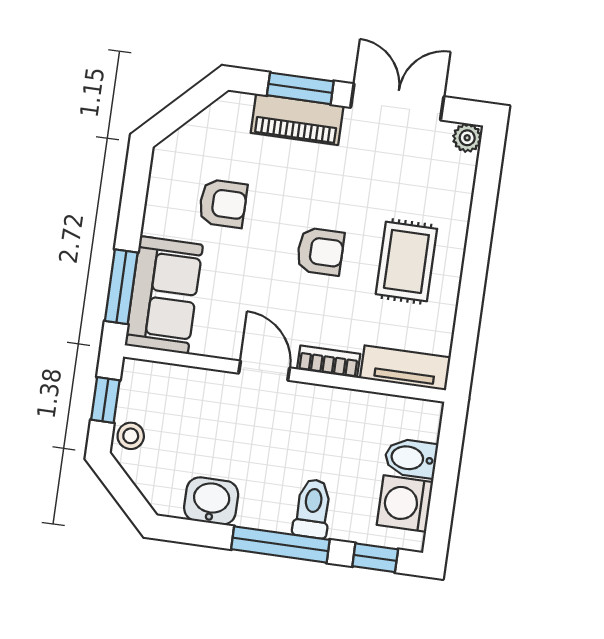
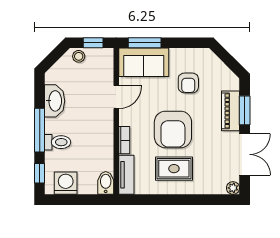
armchair: (320, 251) -> (173, 129), width x1.88, depth x1.88
door: (264, 371) -> (116, 97), moved
bidet: (411, 458) -> (106, 183), moved
washbasin: (211, 501) -> (55, 101), width x1.38

